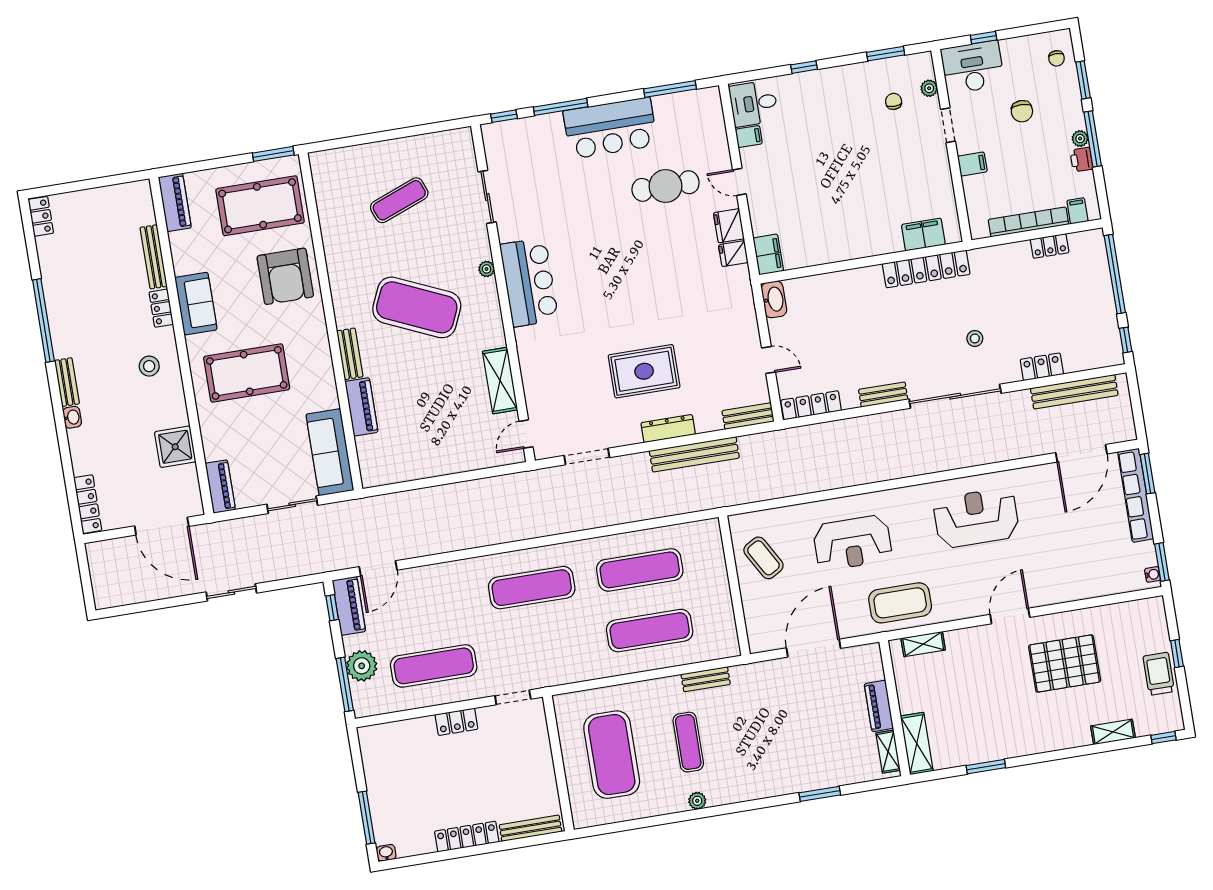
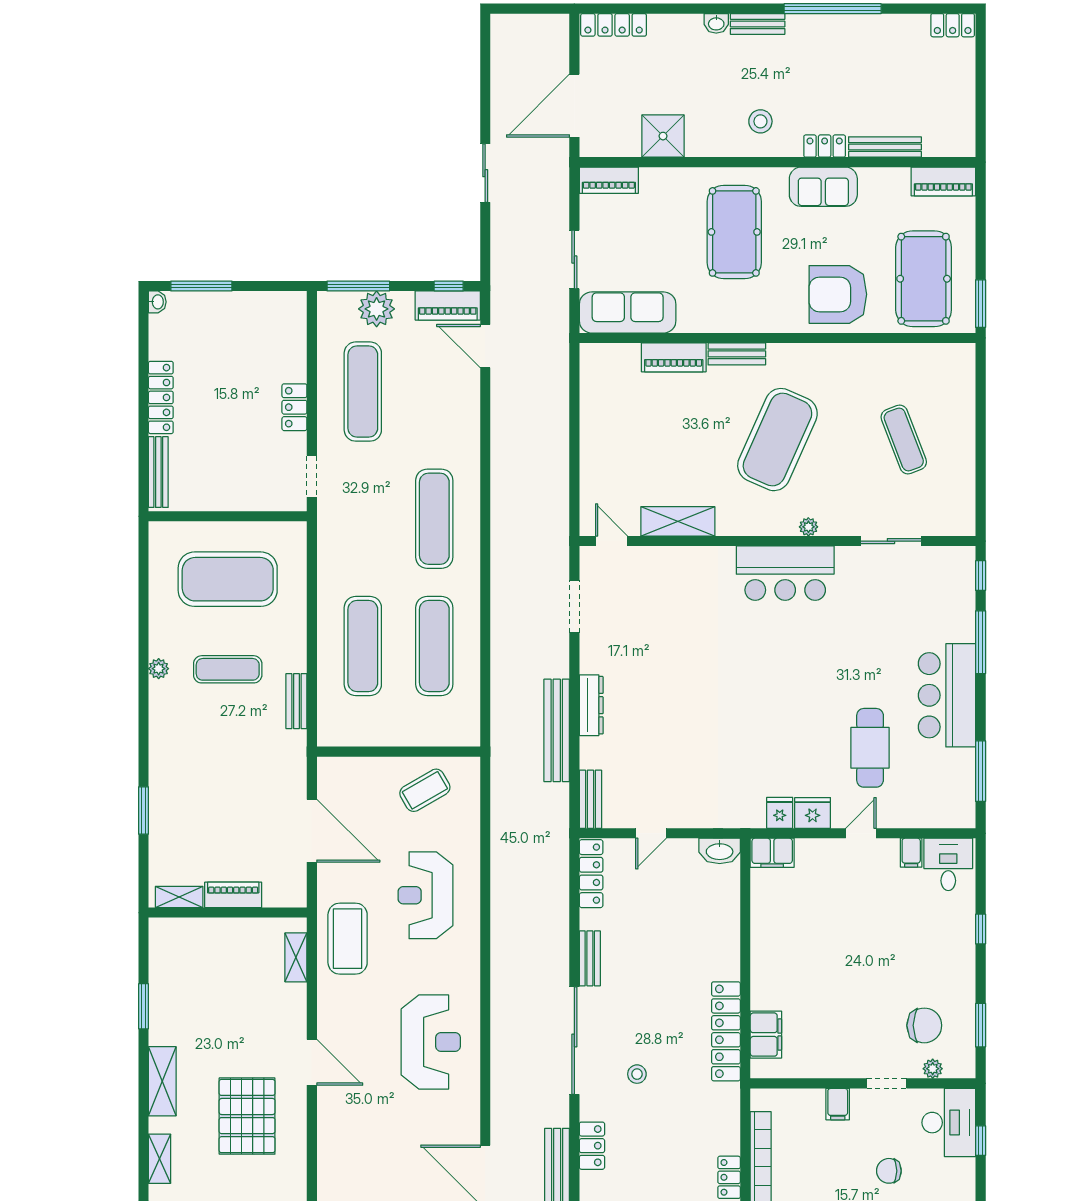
chair: (894, 101) -> (924, 1025), width x1.87, depth x1.87
rug: (644, 371) -> (661, 688), removed
shelving: (917, 744) -> (162, 1081), moved, turned 90

